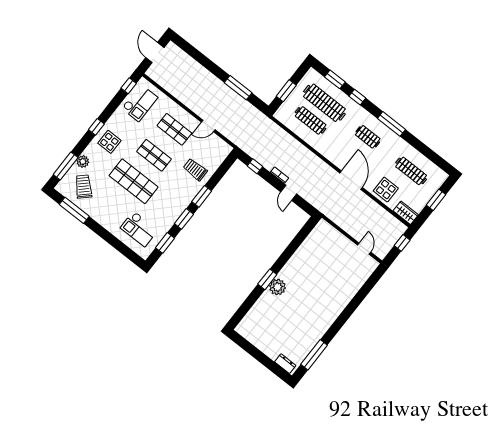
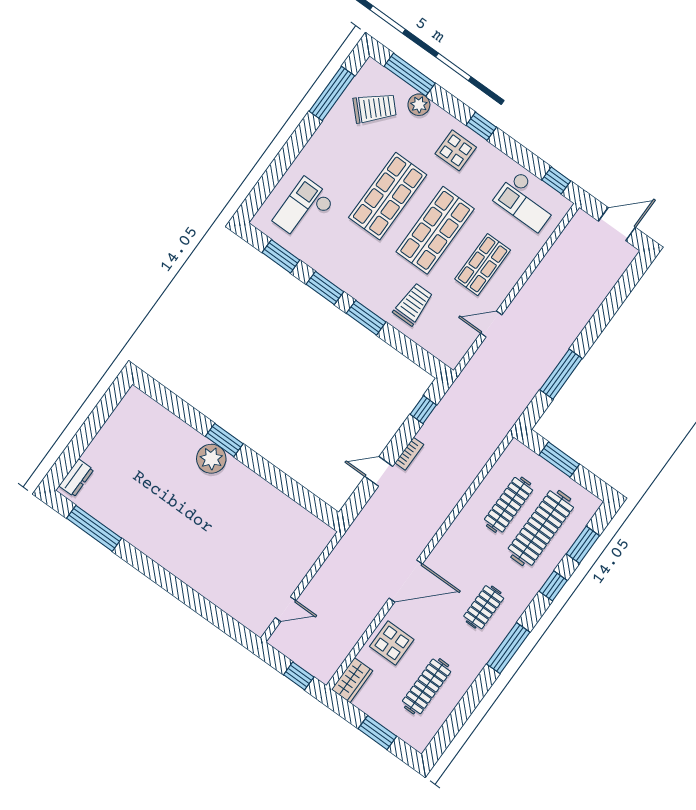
door: (208, 126) -> (491, 324), hinge flipped
shop shelf: (154, 155) -> (435, 230), width x1.43, depth x1.36

